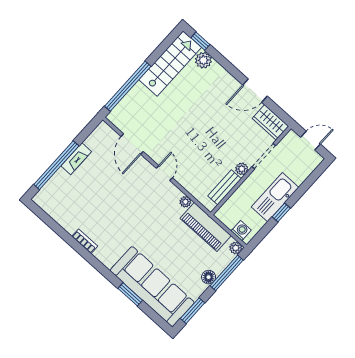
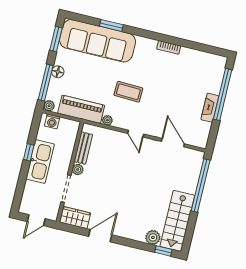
coffee table: (149, 219) -> (128, 92), added

